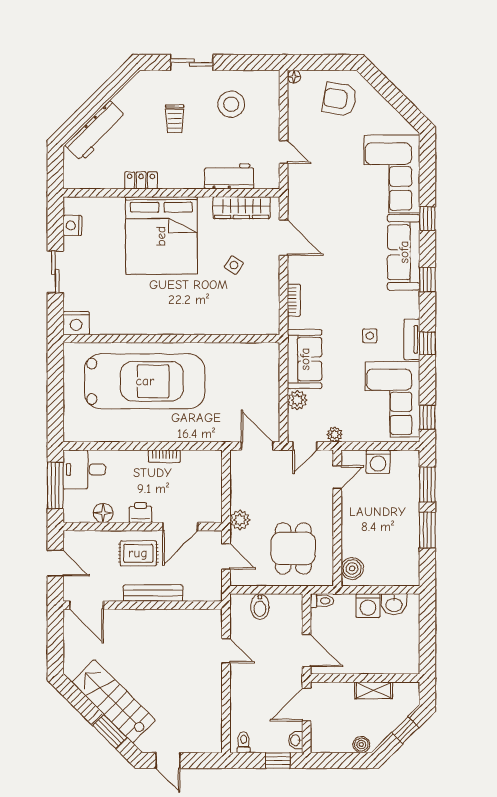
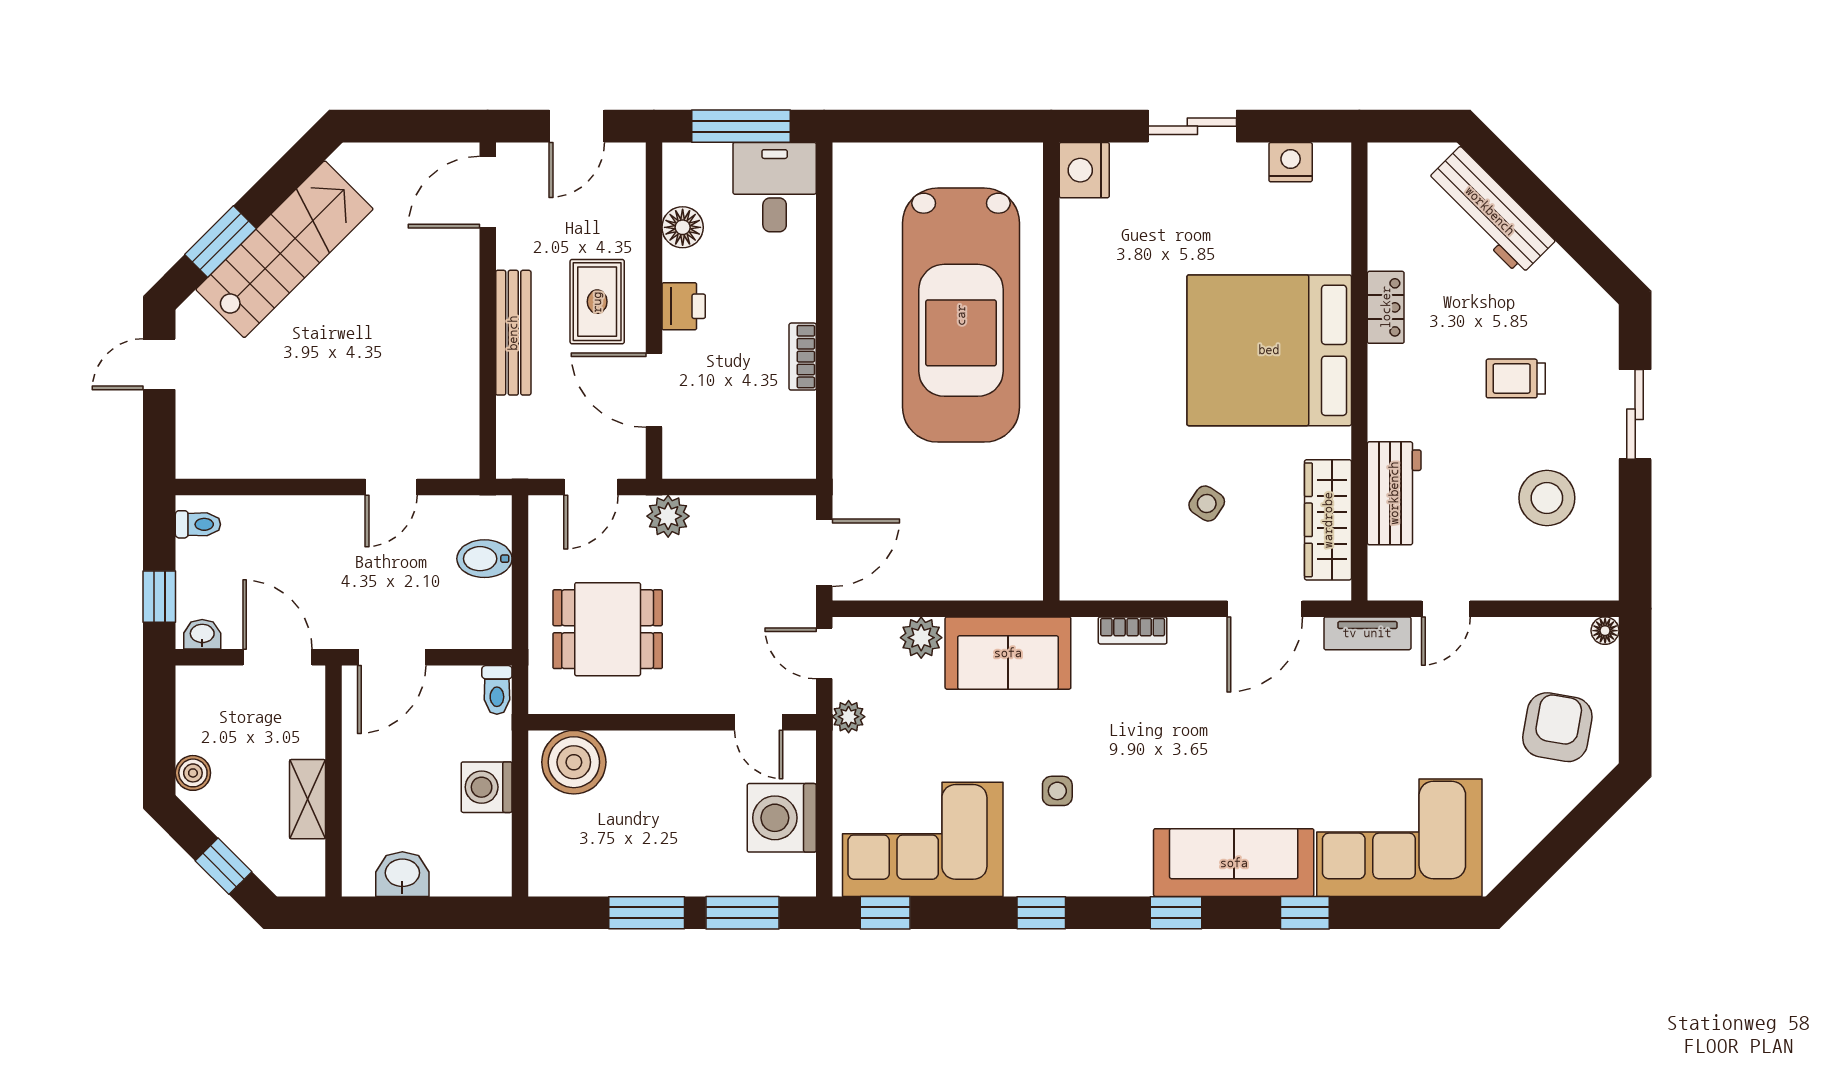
tv unit: (412, 339) -> (1367, 633), moved, turned 180
washing machine: (378, 462) -> (782, 818), width x1.37, depth x1.37
boiler: (352, 568) -> (574, 762), width x1.37, depth x1.37
washbasin: (394, 604) -> (402, 874), moved, turned 90

